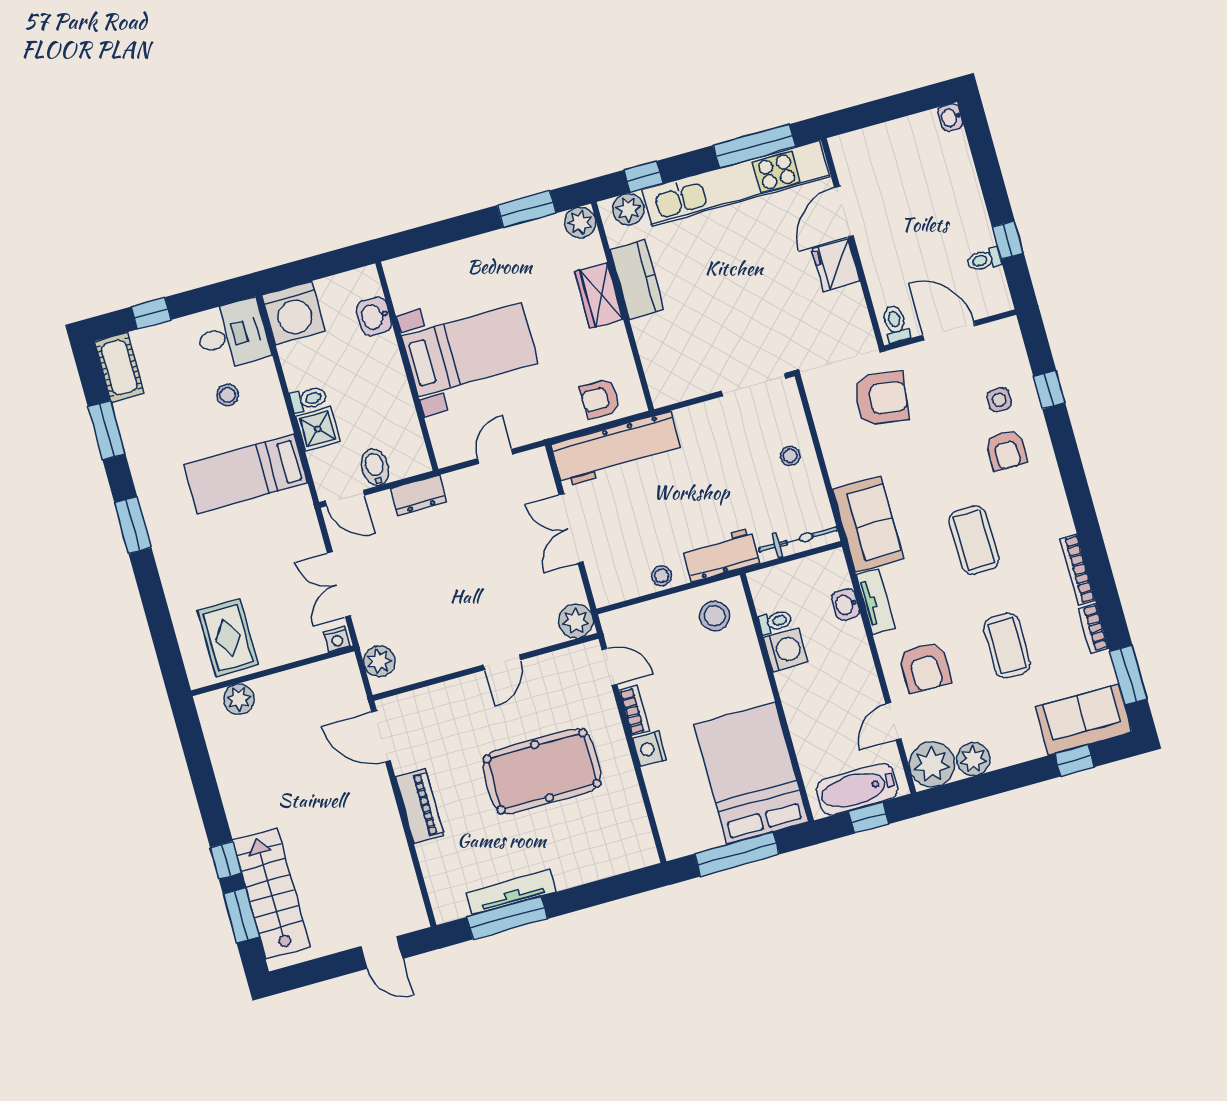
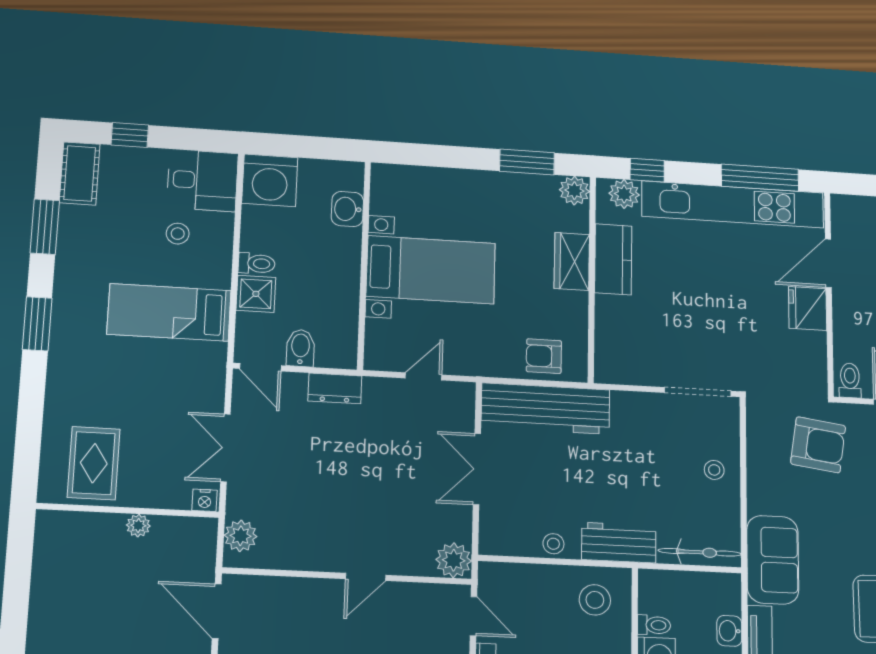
plant: (239, 699) -> (138, 526), moved, width x0.73, depth x0.73

